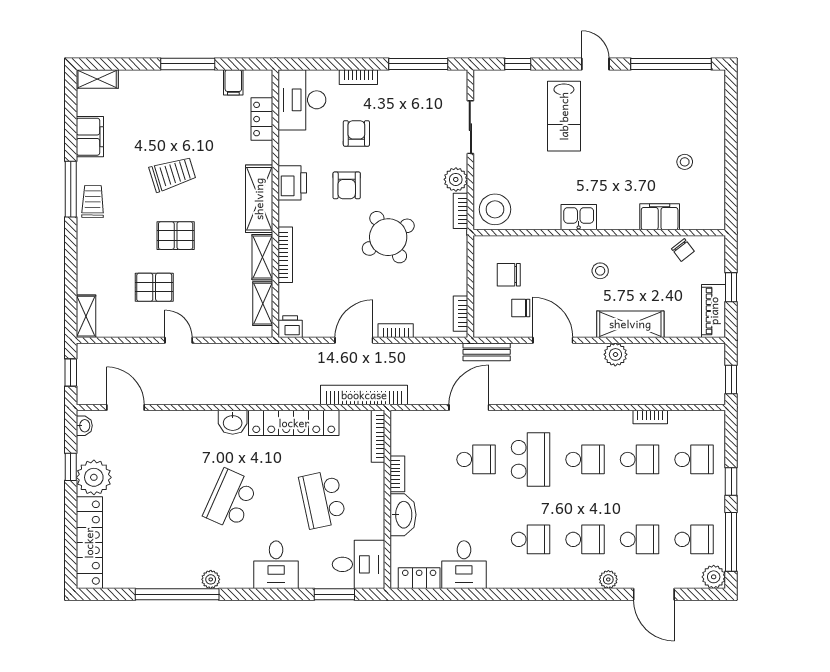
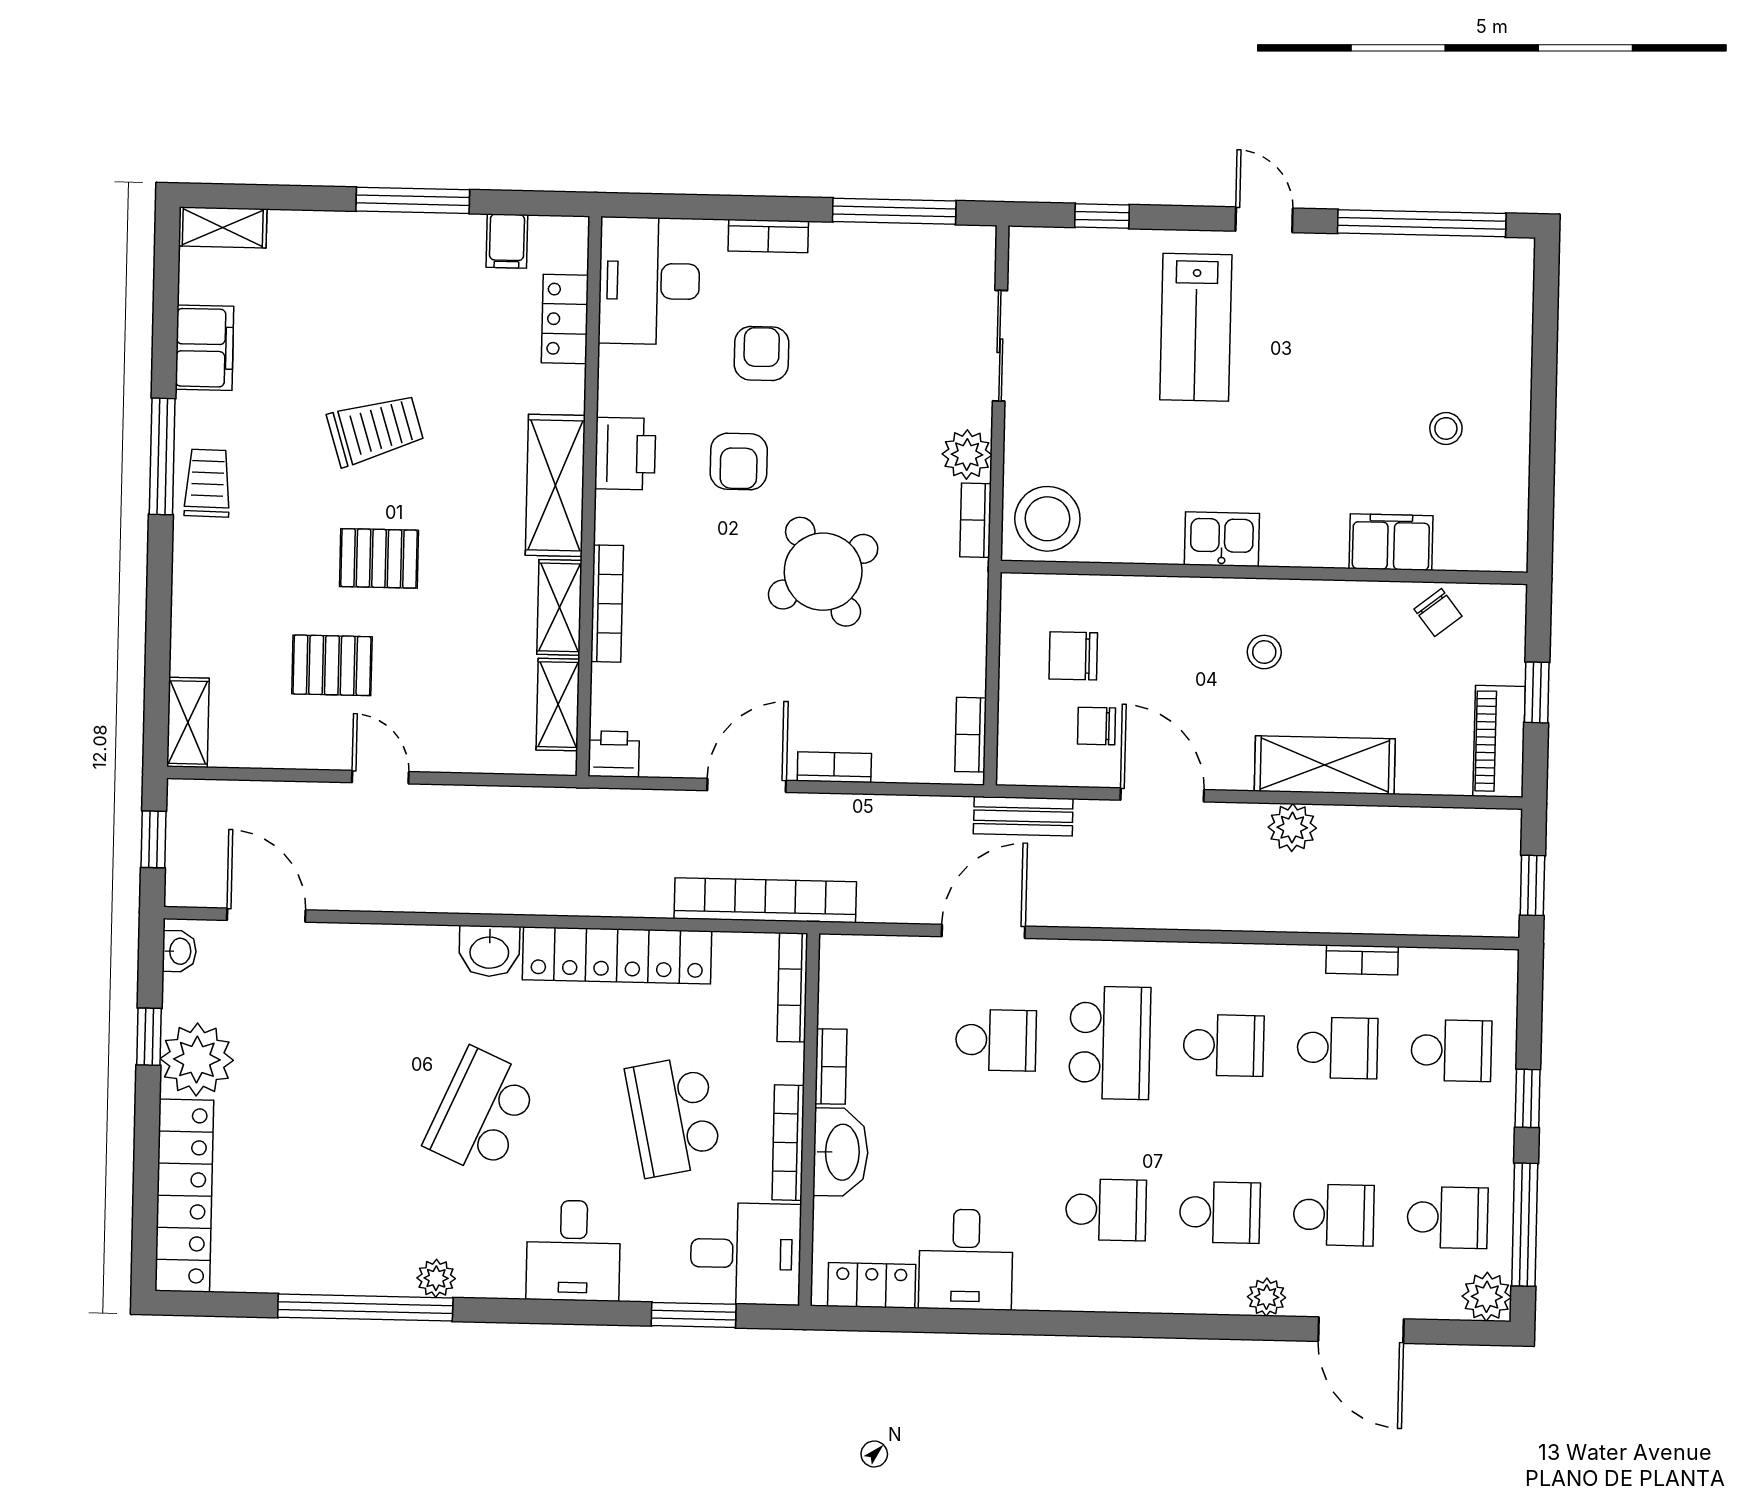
bookcase: (378, 511) -> (788, 1143), added

